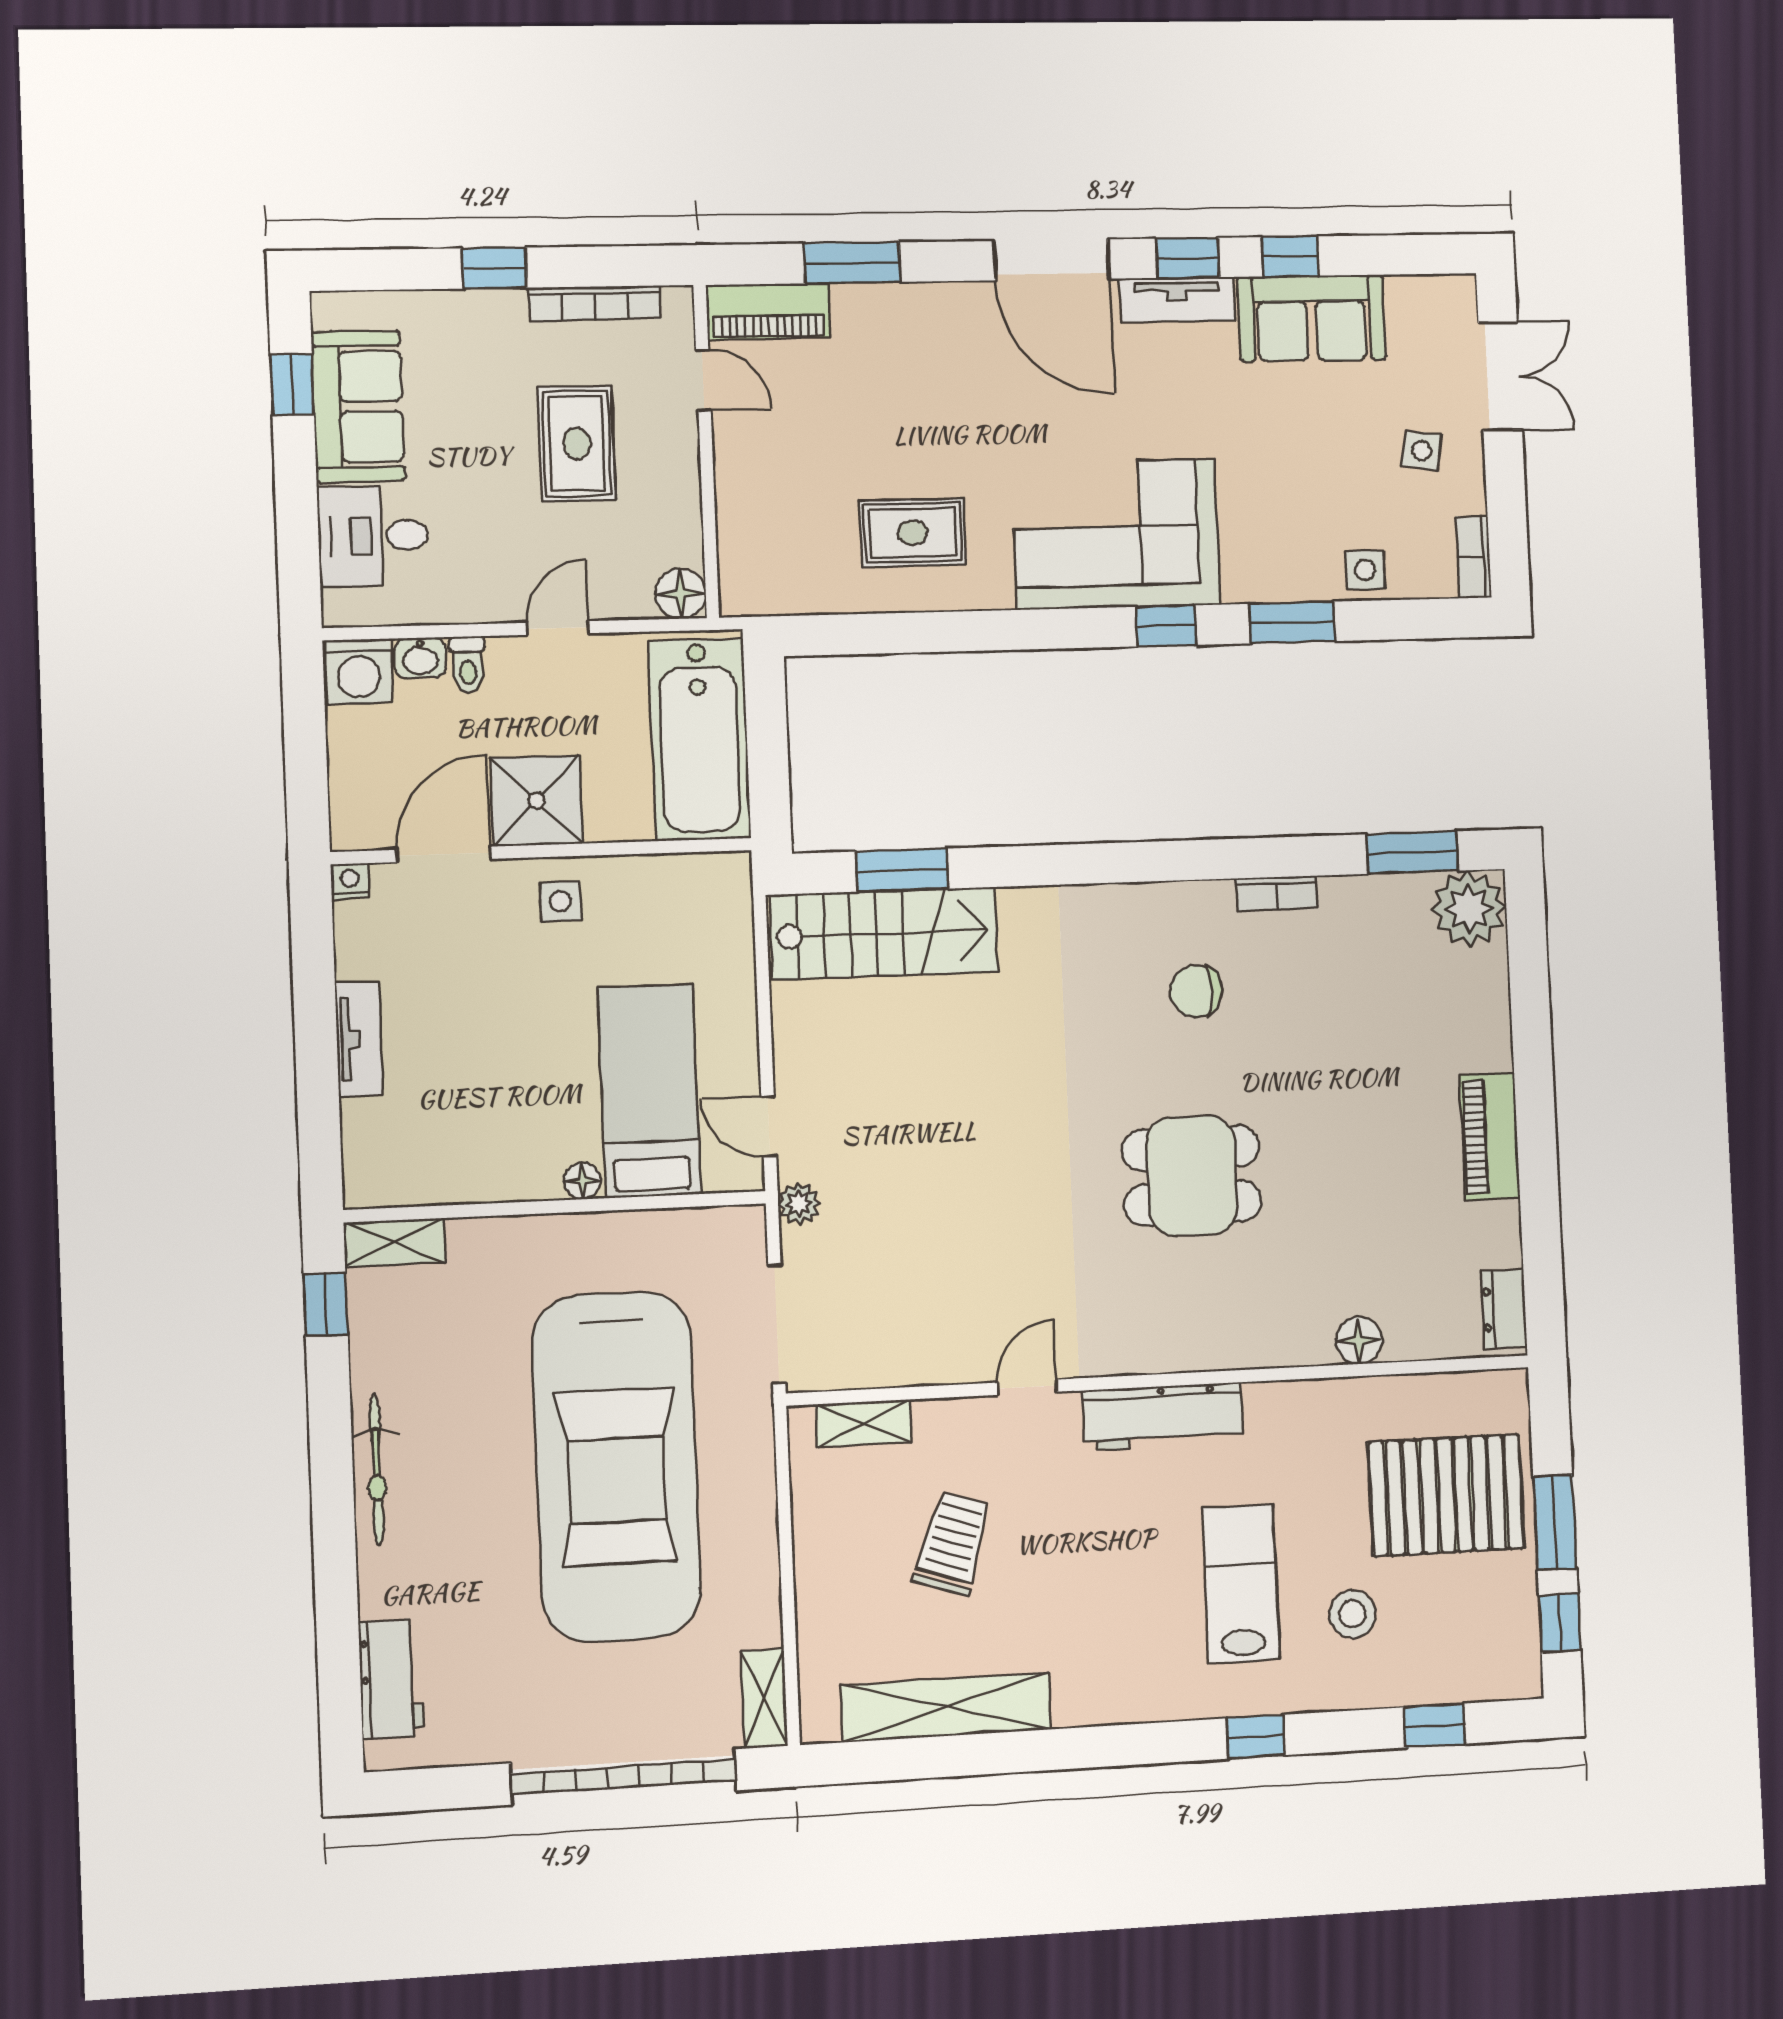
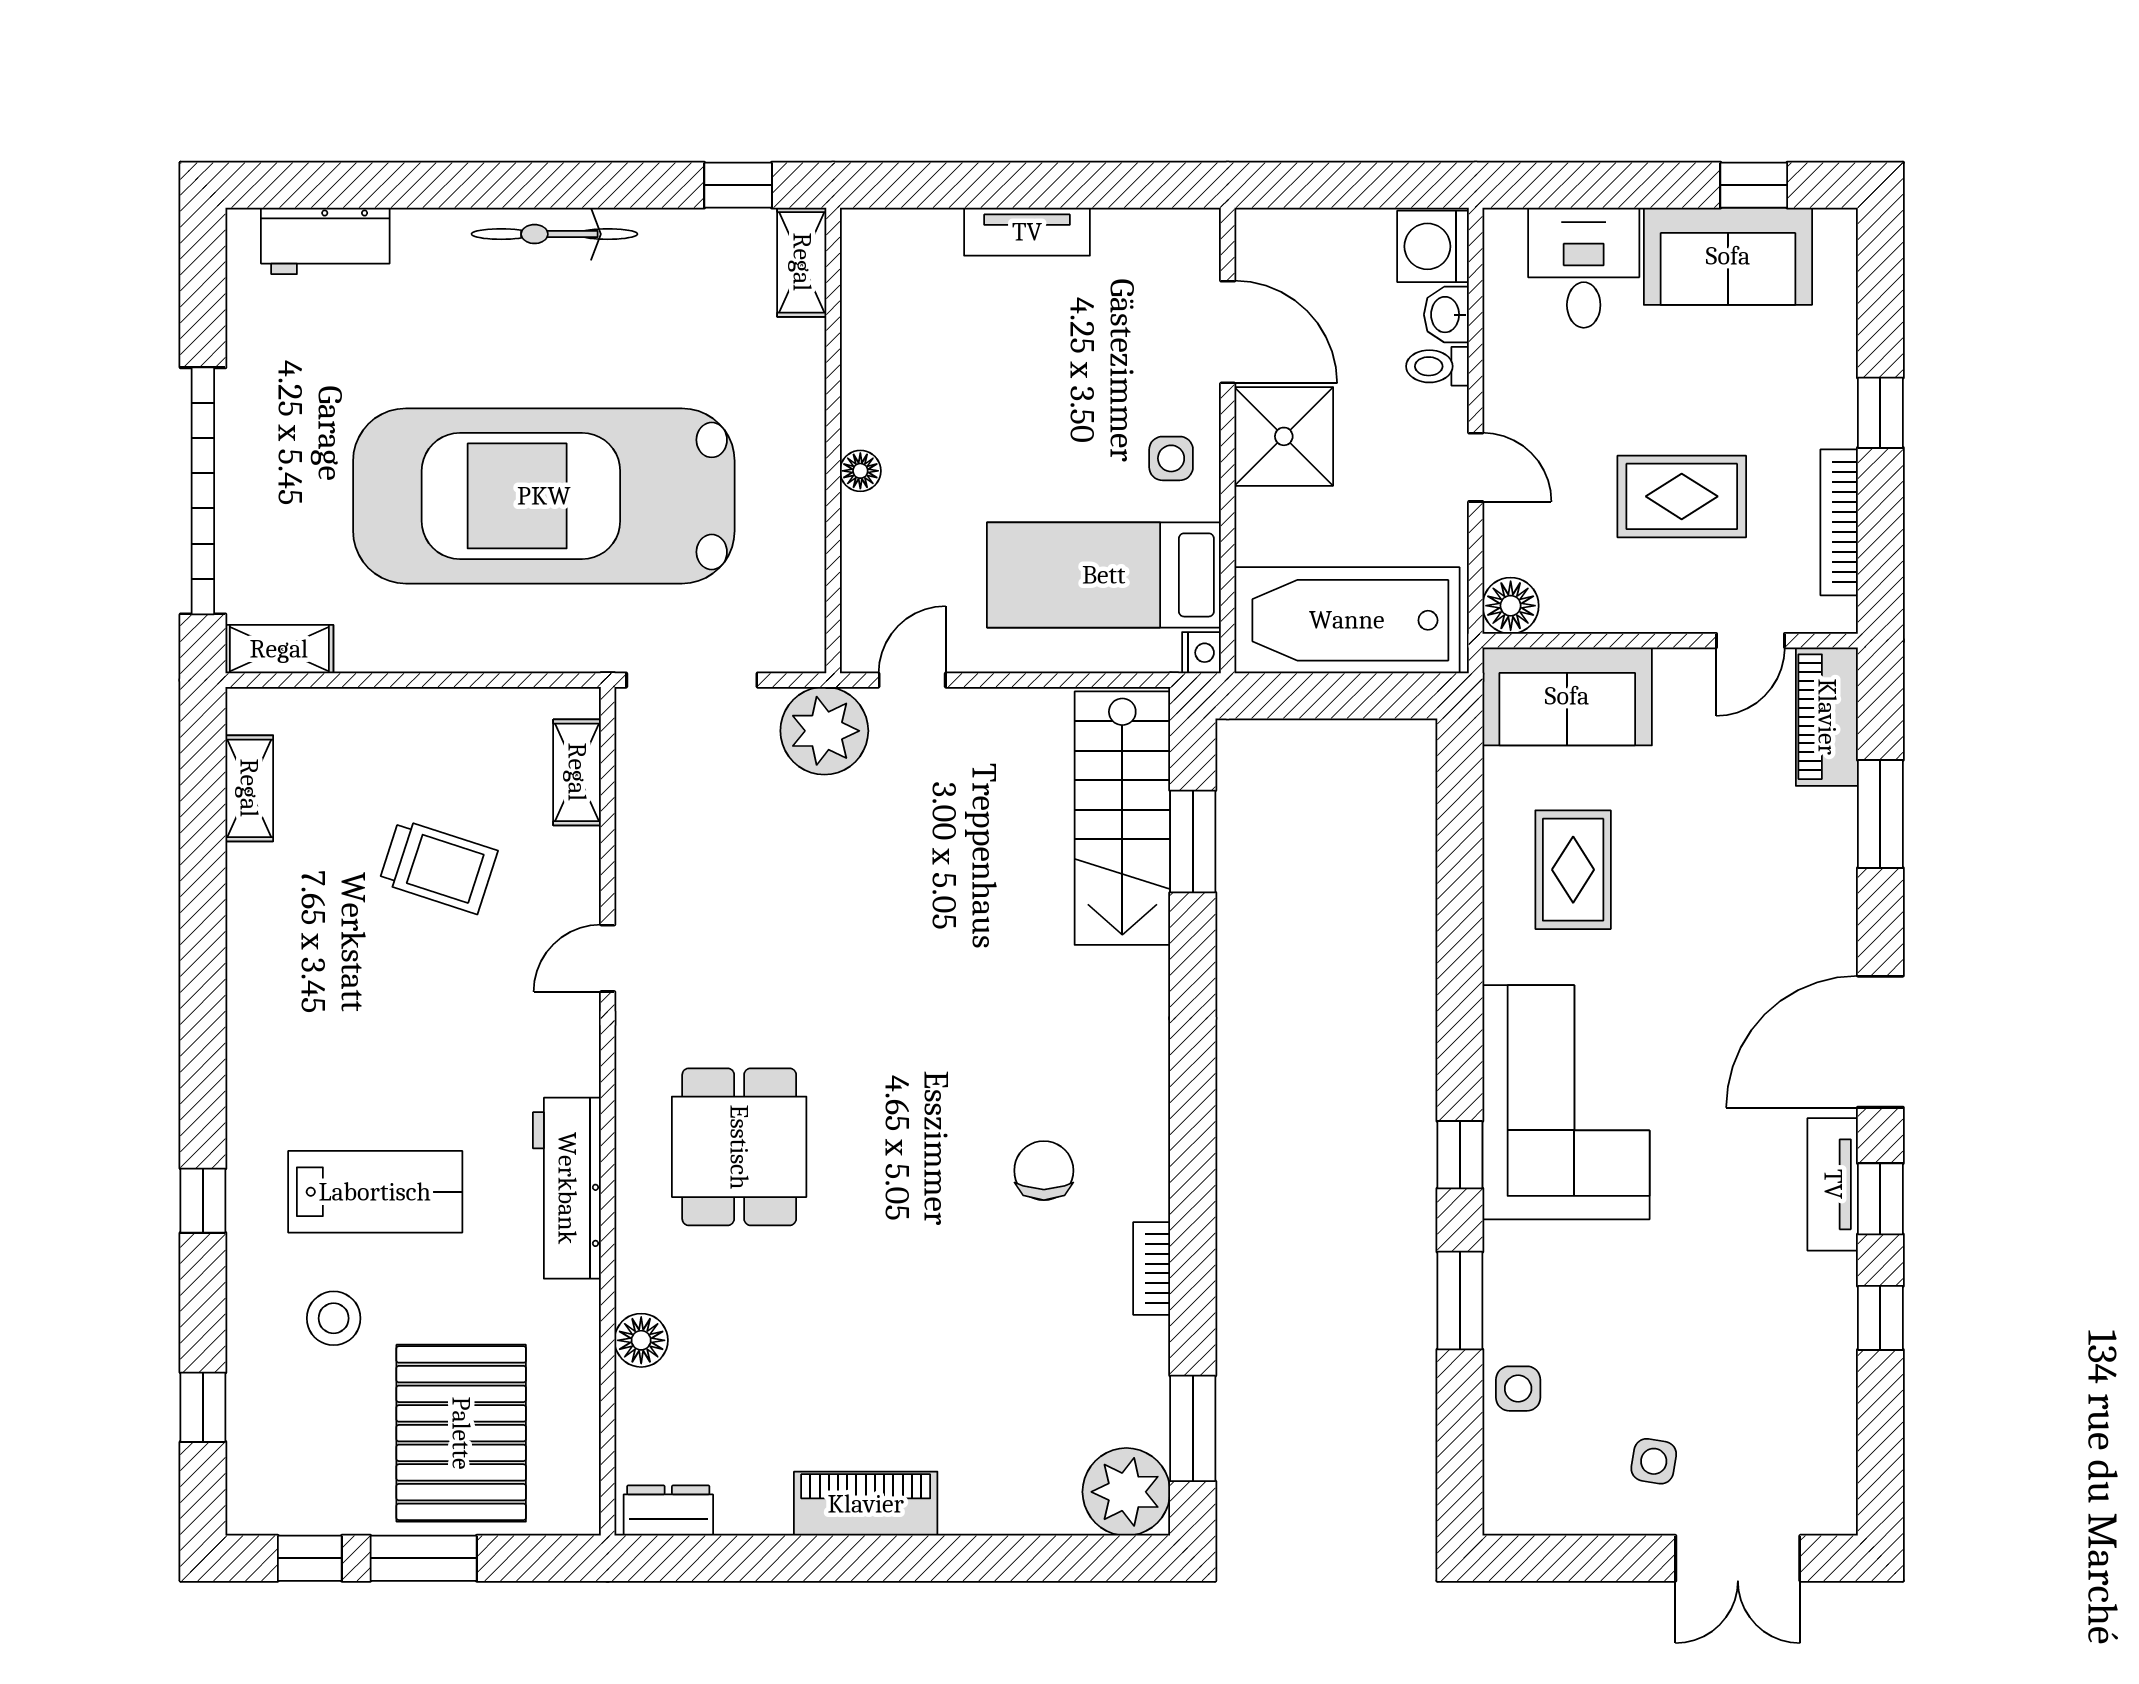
sofa: (1312, 318) -> (1567, 696), moved, turned -90
bookcase: (1474, 557) -> (1530, 1517), removed
nightstand: (350, 881) -> (1201, 653), moved
bed: (649, 1091) -> (1104, 575), moved, turned 180
dining table: (1192, 1176) -> (739, 1147), moved
plant: (799, 1204) -> (824, 731), width x1.88, depth x1.88
door: (1027, 1387) -> (608, 958), swing flipped
workbench: (1163, 1417) -> (567, 1188), moved
shelving: (946, 1707) -> (249, 788), width x0.45, depth x0.75

